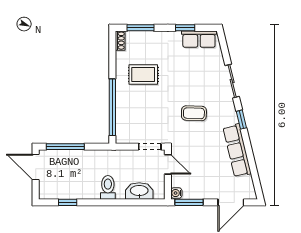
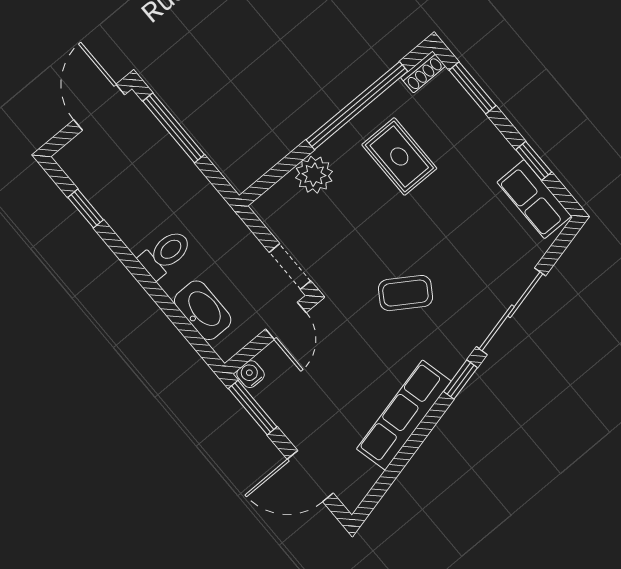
sliding door: (232, 81) -> (511, 311), width x1.37
window: (112, 107) -> (357, 106), moved
plant: (124, 110) -> (314, 175), added
coffee table: (194, 113) -> (405, 293), turned -59

